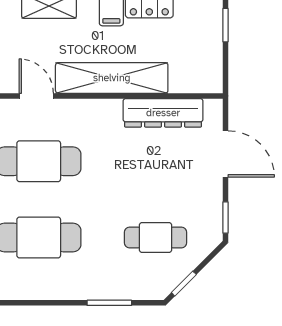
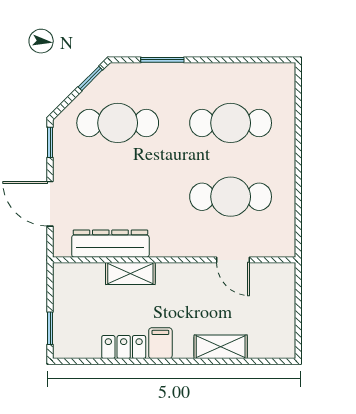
shelving: (112, 78) -> (130, 274), width x0.45, depth x0.75
cafe table: (155, 238) -> (118, 123), width x1.37, depth x1.35

